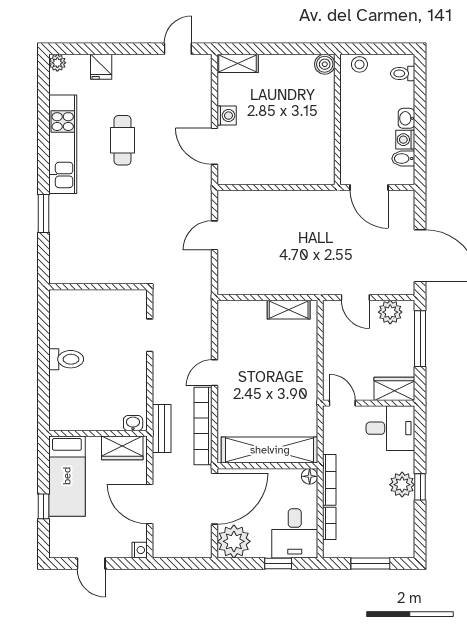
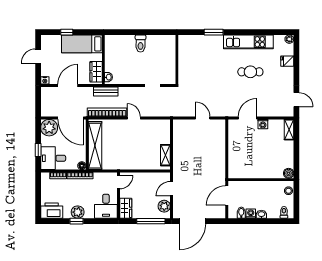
printer: (399, 536) -> (52, 211), added
window: (370, 563) -> (38, 196), removed

